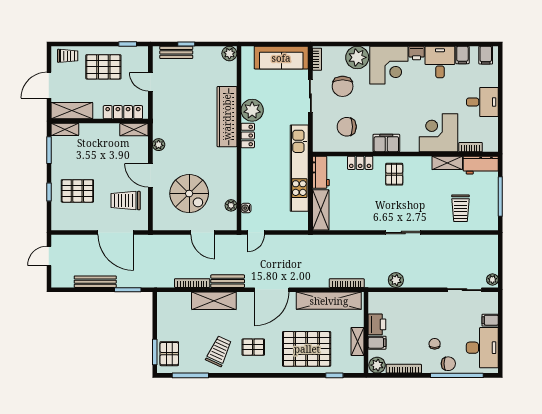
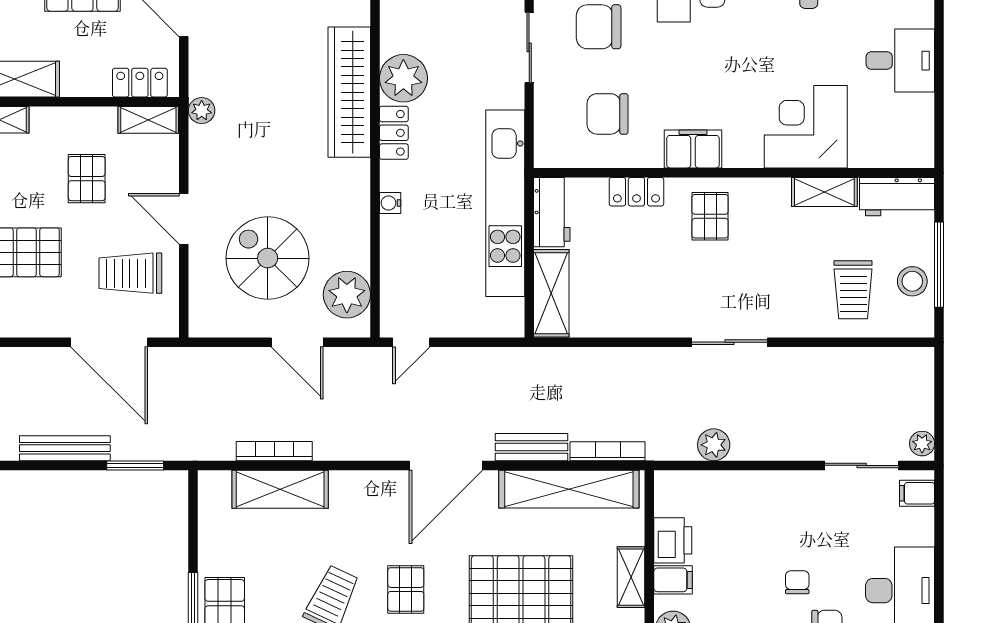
chair: (343, 86) -> (599, 27), turned 90
locker: (123, 112) -> (140, 83), width x0.66
plant: (159, 145) -> (202, 111), moved
bookcase: (471, 147) -> (875, 158), removed
pallet: (105, 157) -> (87, 179), added
spiral stairs: (189, 194) -> (268, 258), turned 180
stool: (488, 204) -> (912, 281), added
plant: (231, 205) -> (347, 295), width x1.87, depth x1.87
water cooler: (246, 208) -> (390, 203), moved
bench: (228, 281) -> (532, 447), moved
shelving: (214, 301) -> (280, 489), moved
filing cabinet: (490, 320) -> (917, 493), moved
pallet: (253, 347) -> (406, 589), turned 90

